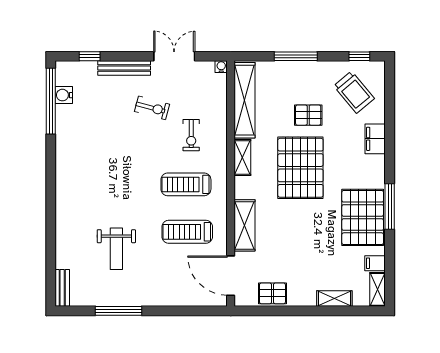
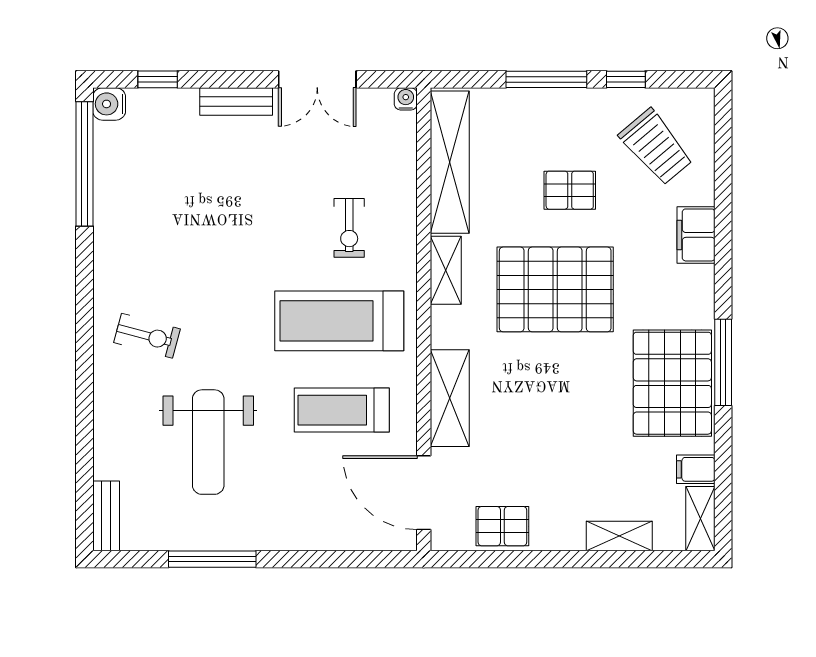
double door: (174, 56) -> (317, 79), swing flipped
window: (359, 56) -> (626, 79), moved
bench: (124, 68) -> (236, 101), width x0.73
water cooler: (64, 95) -> (109, 104), moved
exercise bike: (152, 108) -> (147, 336), moved
pallet: (300, 168) -> (555, 289), turned 90
treadmill: (186, 184) -> (339, 321), width x1.37, depth x1.38
weight bench: (116, 249) -> (208, 442), width x1.36, depth x1.33

